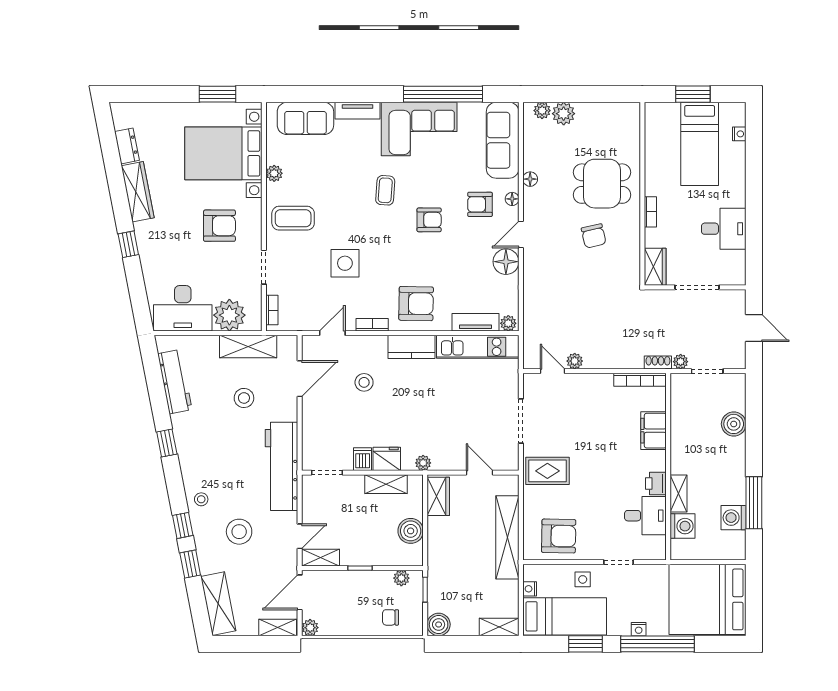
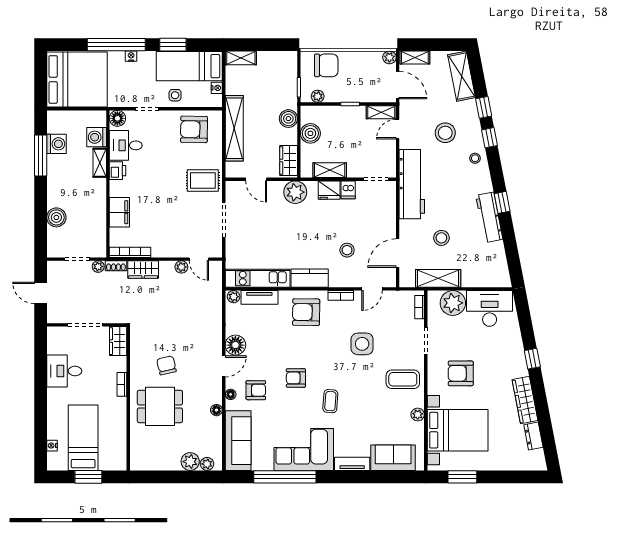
wardrobe: (623, 358) -> (143, 270), added
workbench: (175, 382) -> (489, 217), moved
plant: (423, 463) -> (295, 192), width x1.88, depth x1.88
floor lamp: (656, 550) -> (117, 118), added
door: (300, 592) -> (398, 85), hinge flipped
chair: (390, 617) -> (326, 65), width x1.87, depth x1.87
boiler: (439, 624) -> (288, 119), moved

